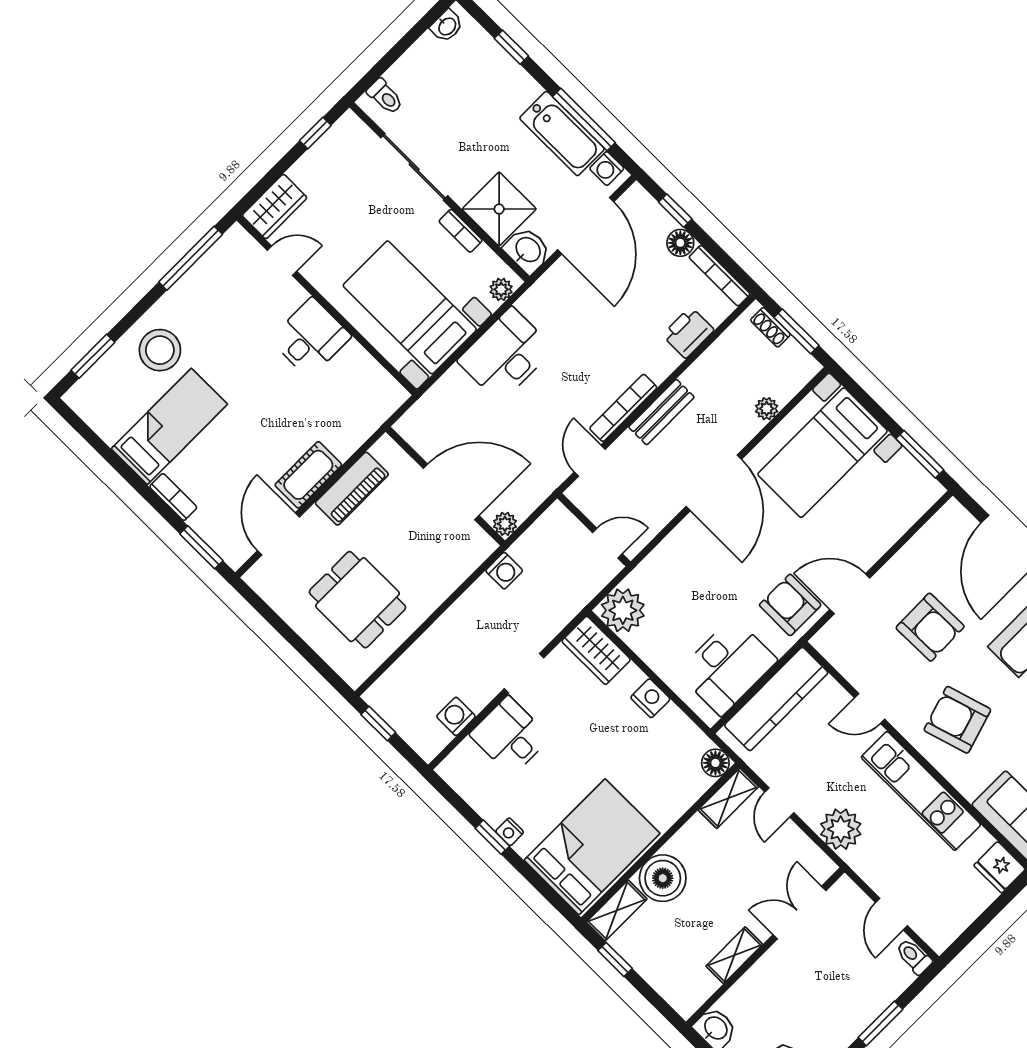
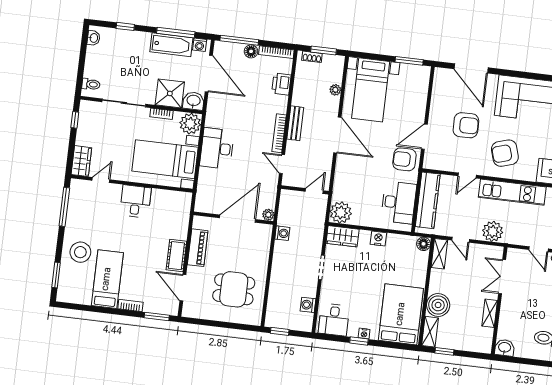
window: (675, 211) -> (239, 40), width x2.17
plant: (501, 289) -> (190, 124), width x1.87, depth x1.87
desk: (510, 736) -> (334, 320), moved, turned -90

